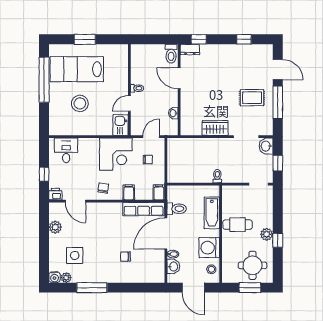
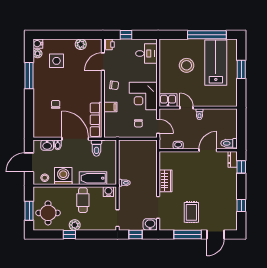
filing cabinet: (159, 192) -> (110, 133), removed
water cooler: (228, 195) -> (108, 192), added

